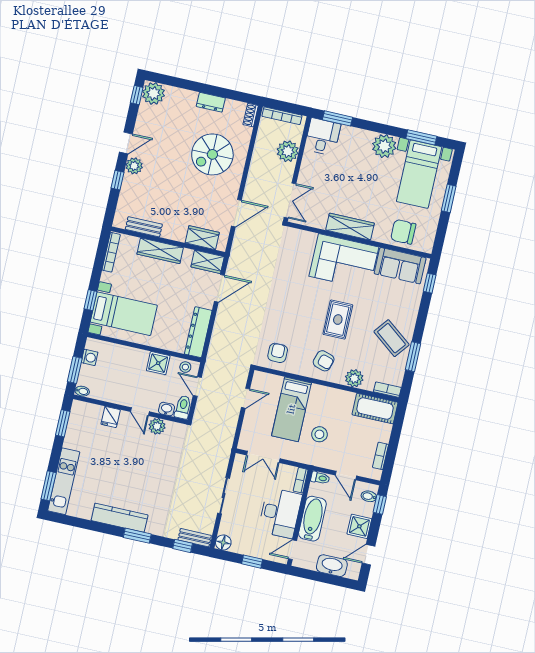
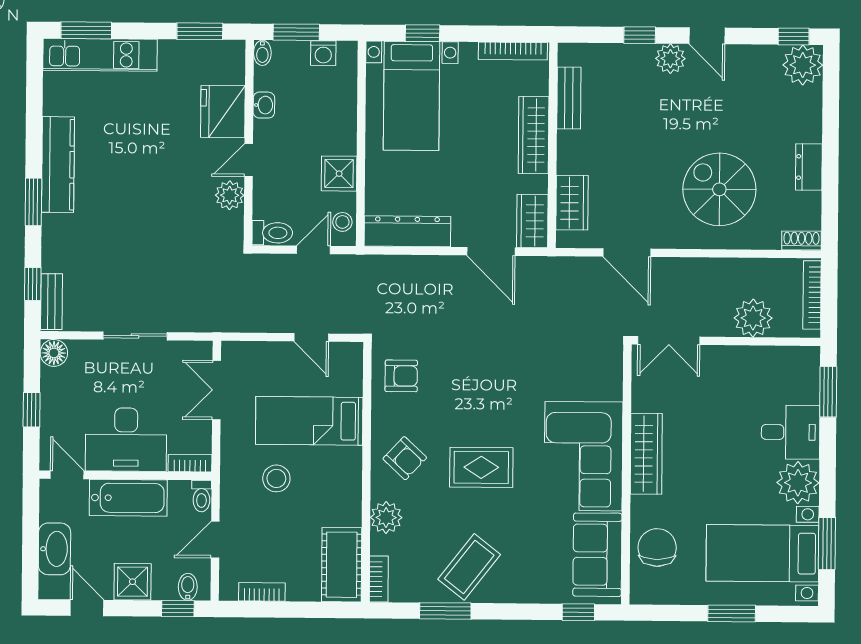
desk: (323, 137) -> (791, 432), moved
armchair: (324, 361) -> (405, 458), turned -64
washbasin: (167, 409) -> (264, 105), moved
fridge: (111, 417) -> (223, 112), width x1.88, depth x1.34

